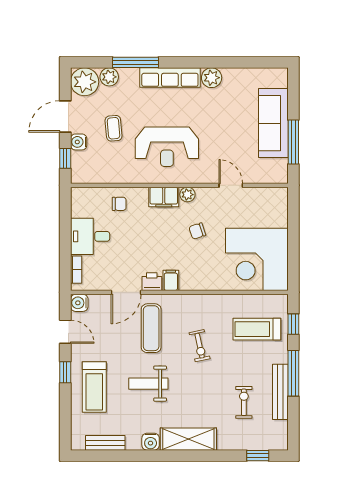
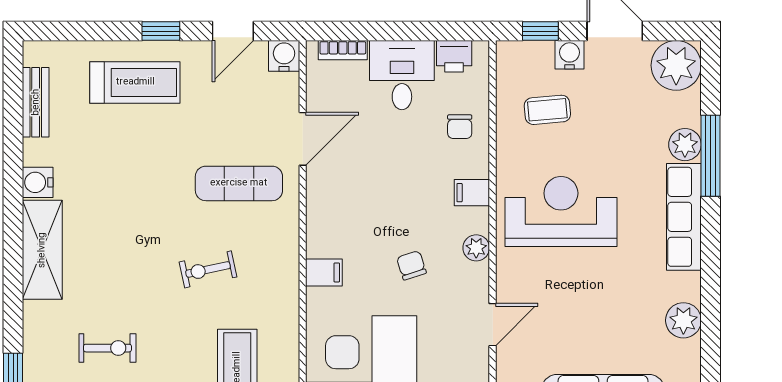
plant: (109, 77) -> (685, 145), moved
plant: (212, 78) -> (683, 320), moved
coffee table: (114, 128) -> (547, 110), moved
reception desk: (167, 147) -> (561, 212), turned 90
filing cabinet: (164, 197) -> (472, 193), width x0.50
filing cabinet: (171, 280) -> (324, 272), moved
printer: (152, 282) -> (454, 56), moved, turned 90
door: (126, 292) -> (303, 139), swing flipped
weight bench: (148, 384) -> (141, 179), removed
treadmill: (94, 387) -> (135, 82), turned 180

